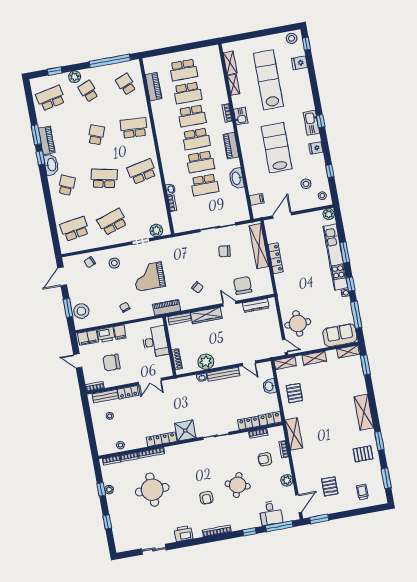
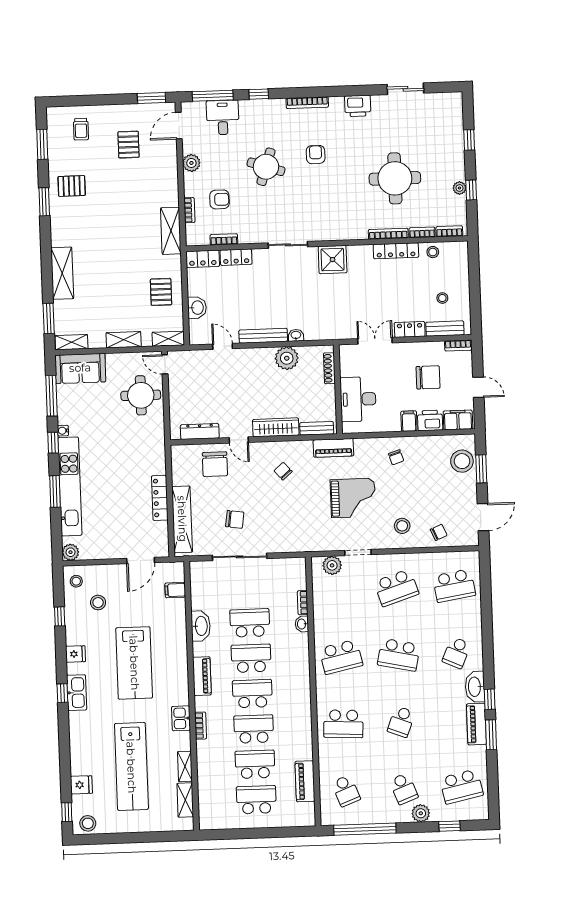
shelving: (364, 412) -> (62, 273), moved
locker: (162, 439) -> (396, 251), moved

